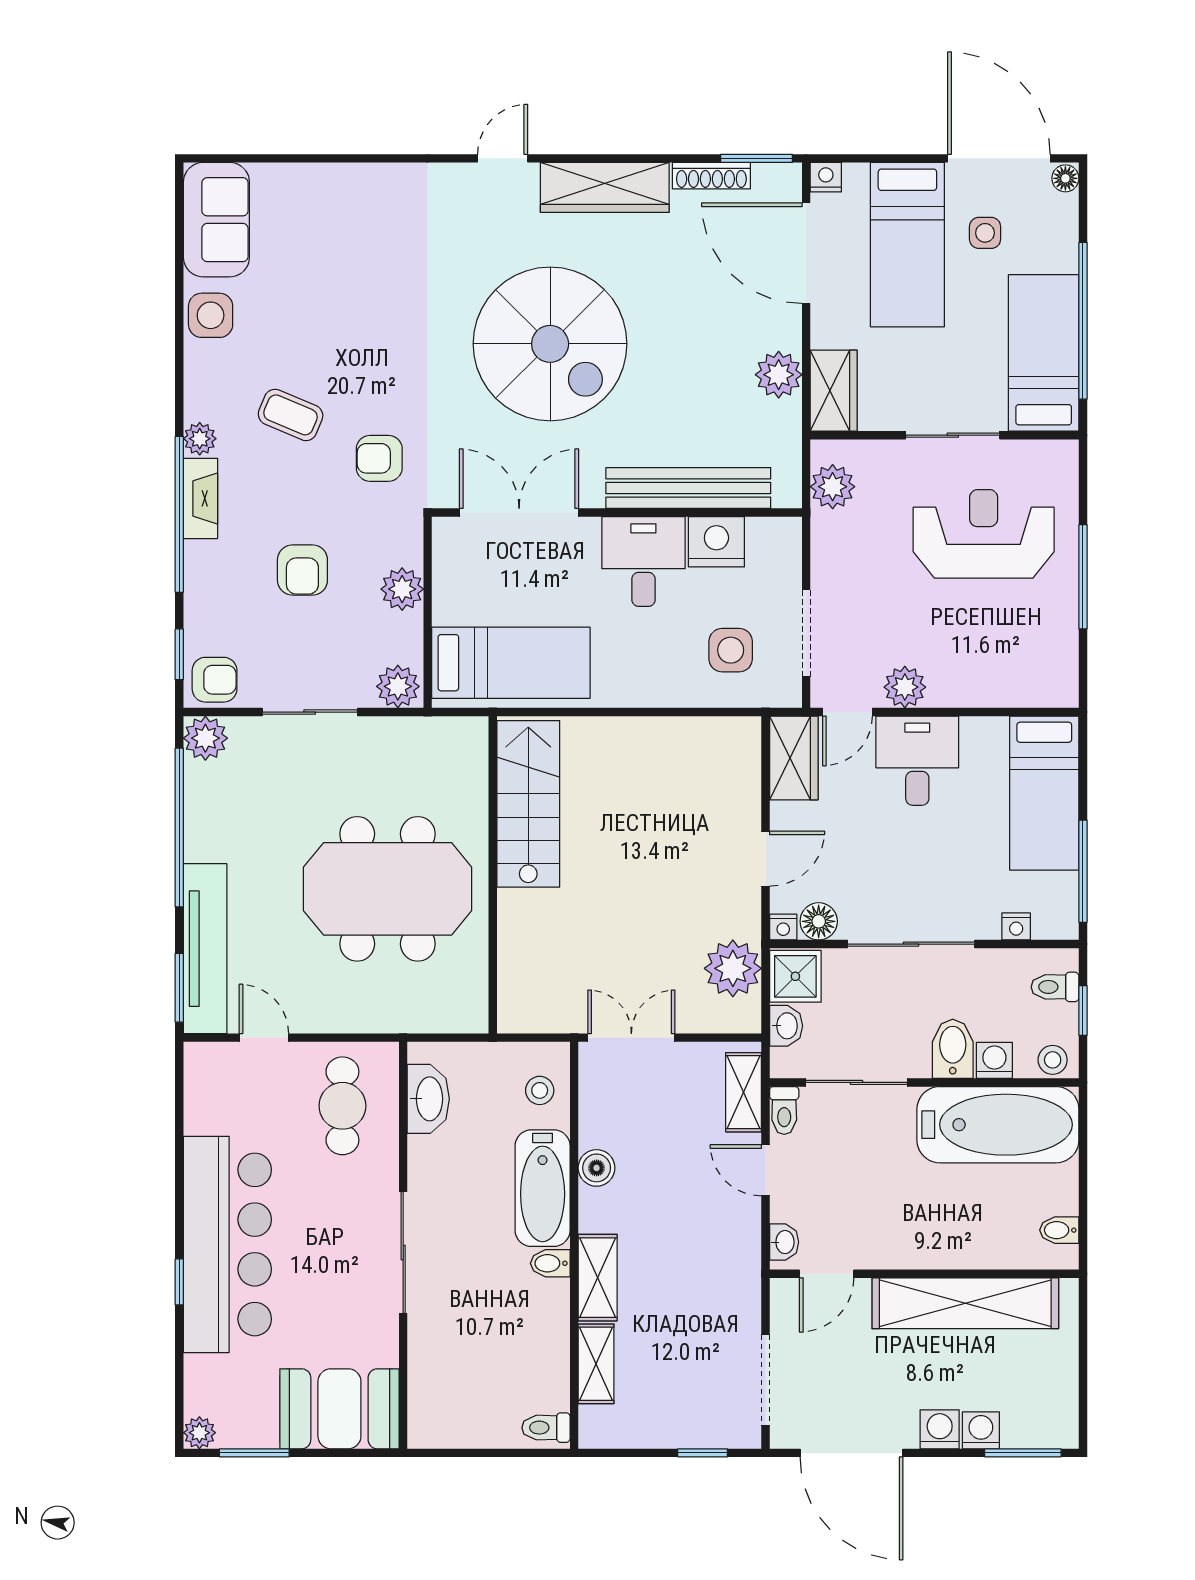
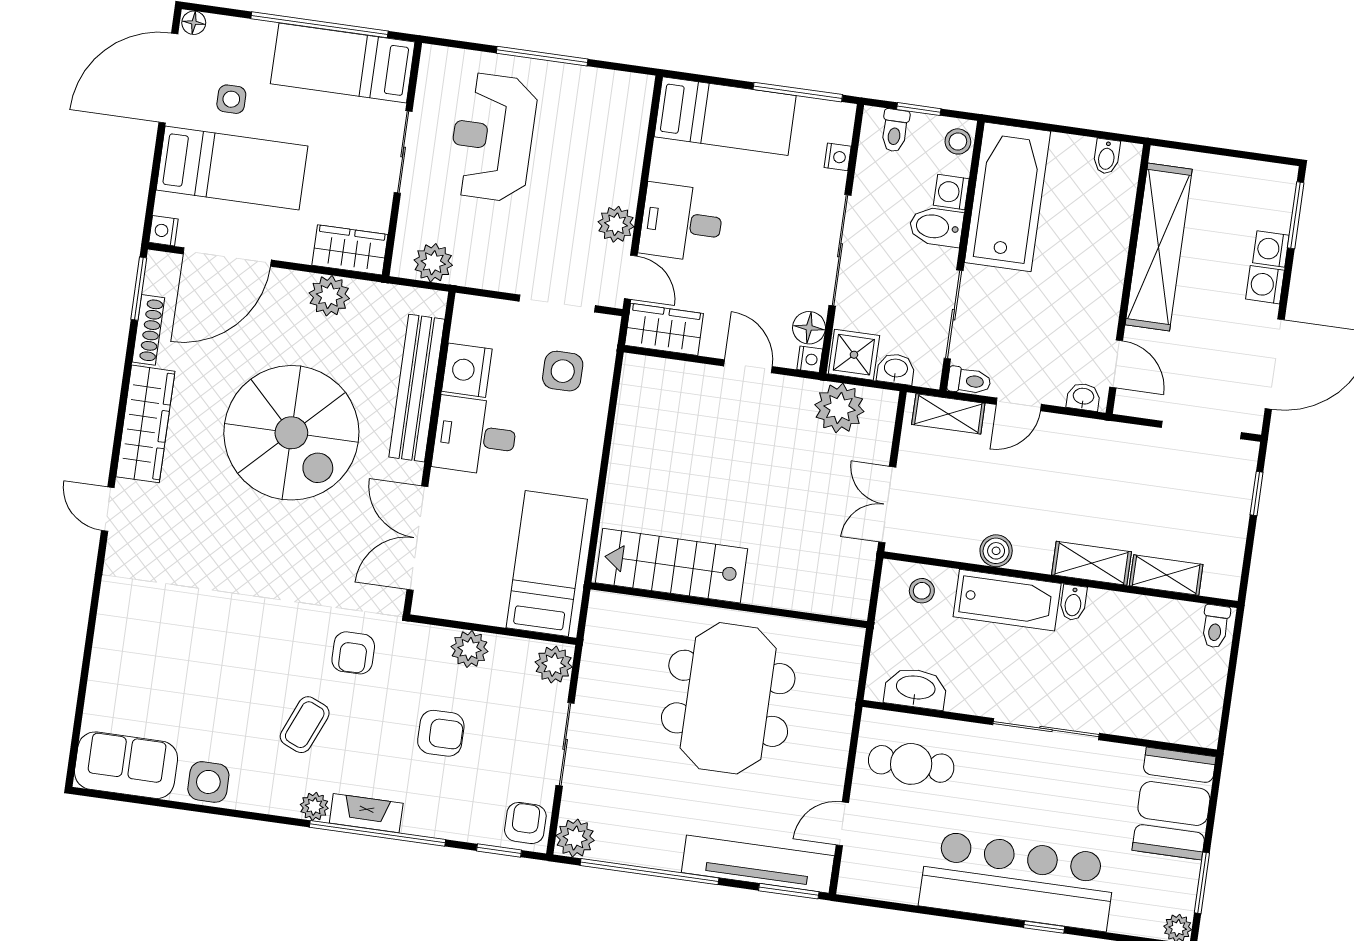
spiral stairs: (550, 344) -> (291, 433), moved, turned 90

